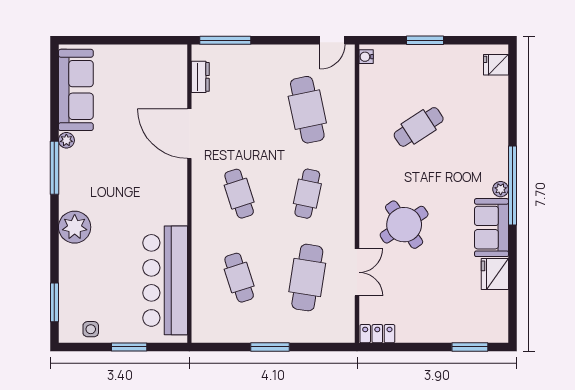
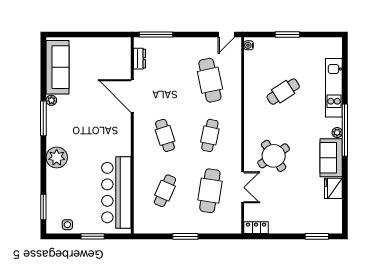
fridge: (496, 65) -> (334, 51), removed
kitchen unit: (496, 121) -> (334, 88), added
cafe table: (239, 278) -> (165, 191), turned 42

